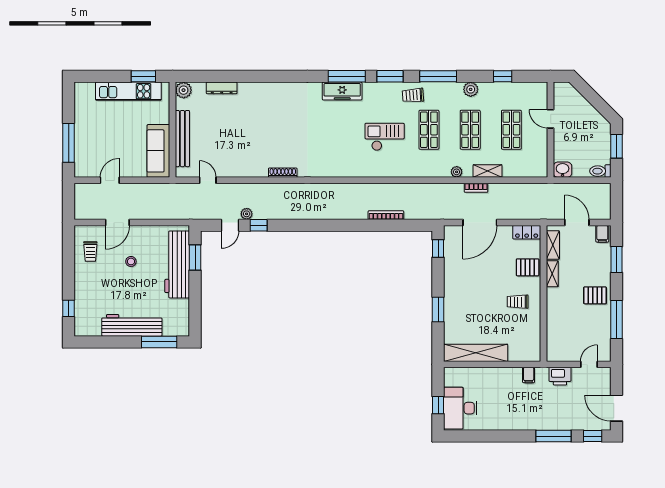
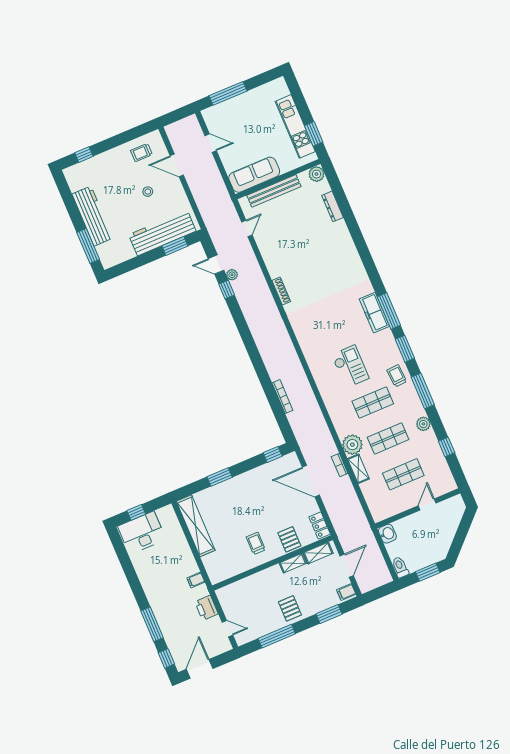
plant: (457, 172) -> (352, 445), width x1.87, depth x1.87

